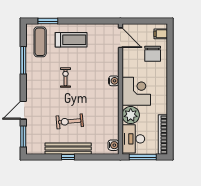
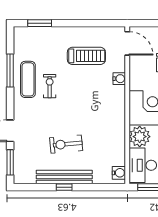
treadmill: (71, 40) -> (86, 56), moved
exercise mat: (40, 42) -> (28, 79), moved
exercise bike: (66, 78) -> (50, 86), moved
water cooler: (114, 81) -> (119, 79), moved

